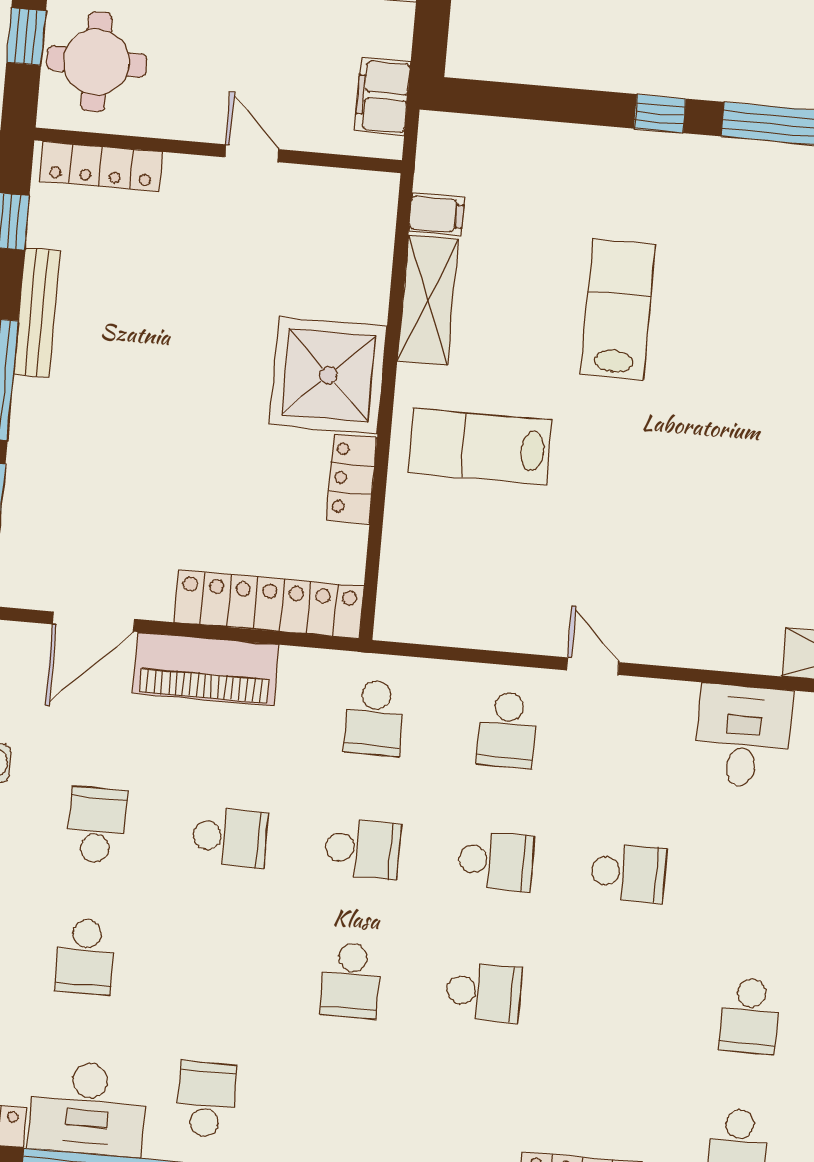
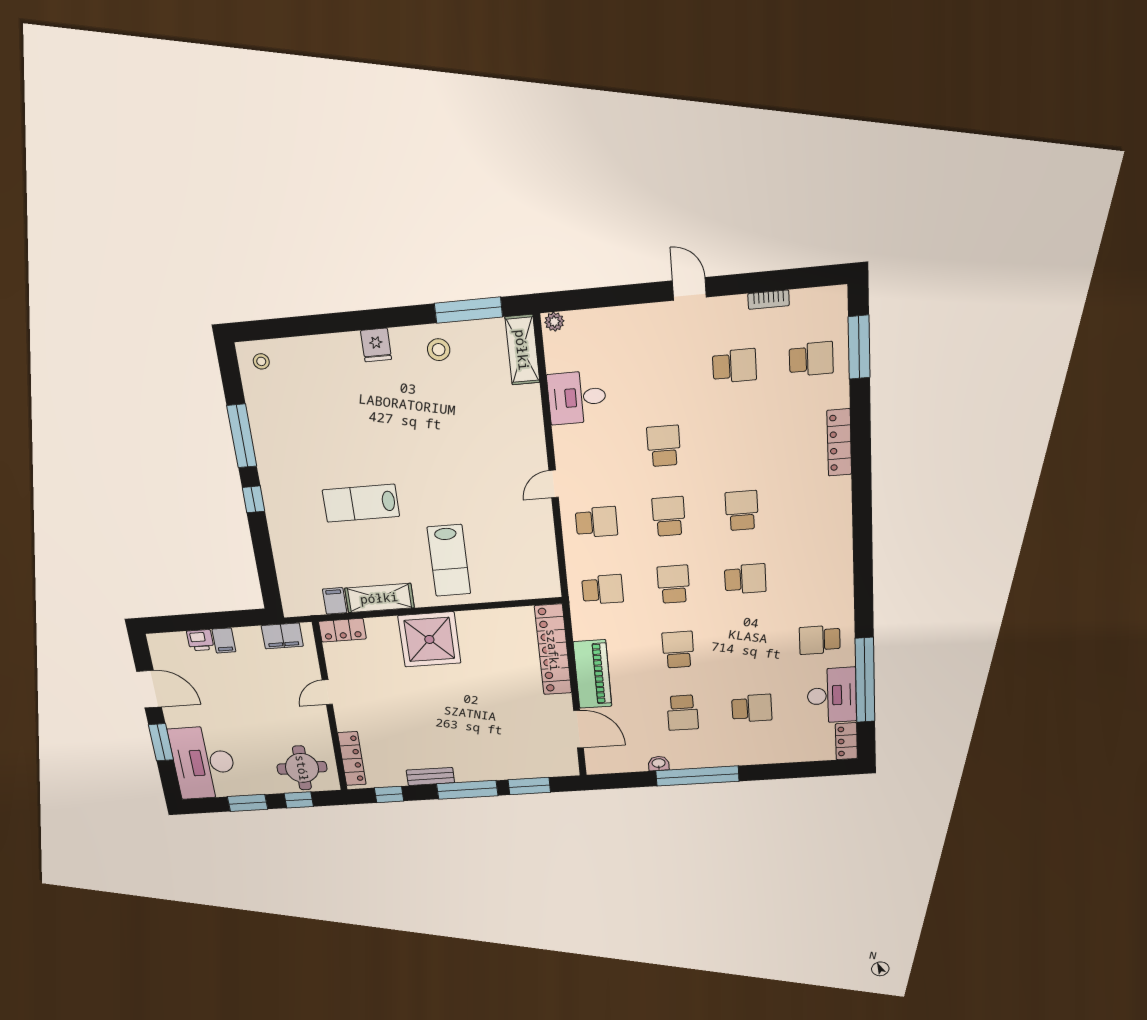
bench: (37, 313) -> (430, 776), width x0.73
locker: (352, 479) -> (342, 630), moved
school desk: (97, 825) -> (683, 713), turned -90

